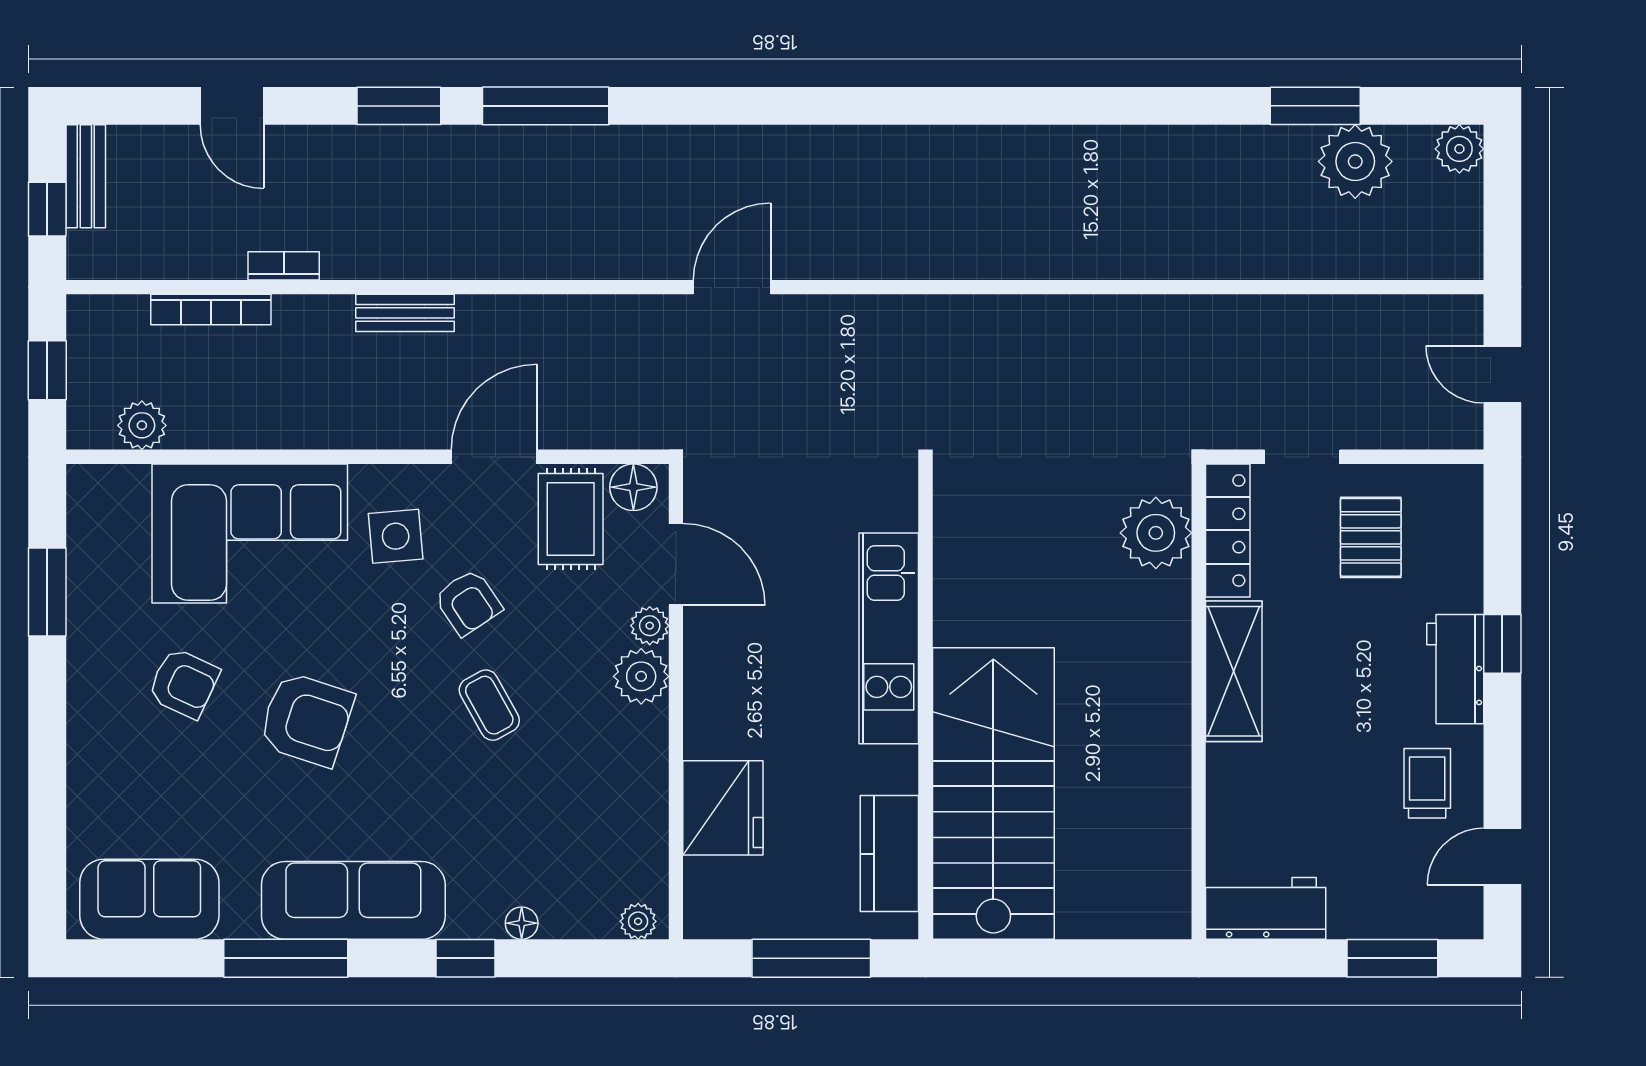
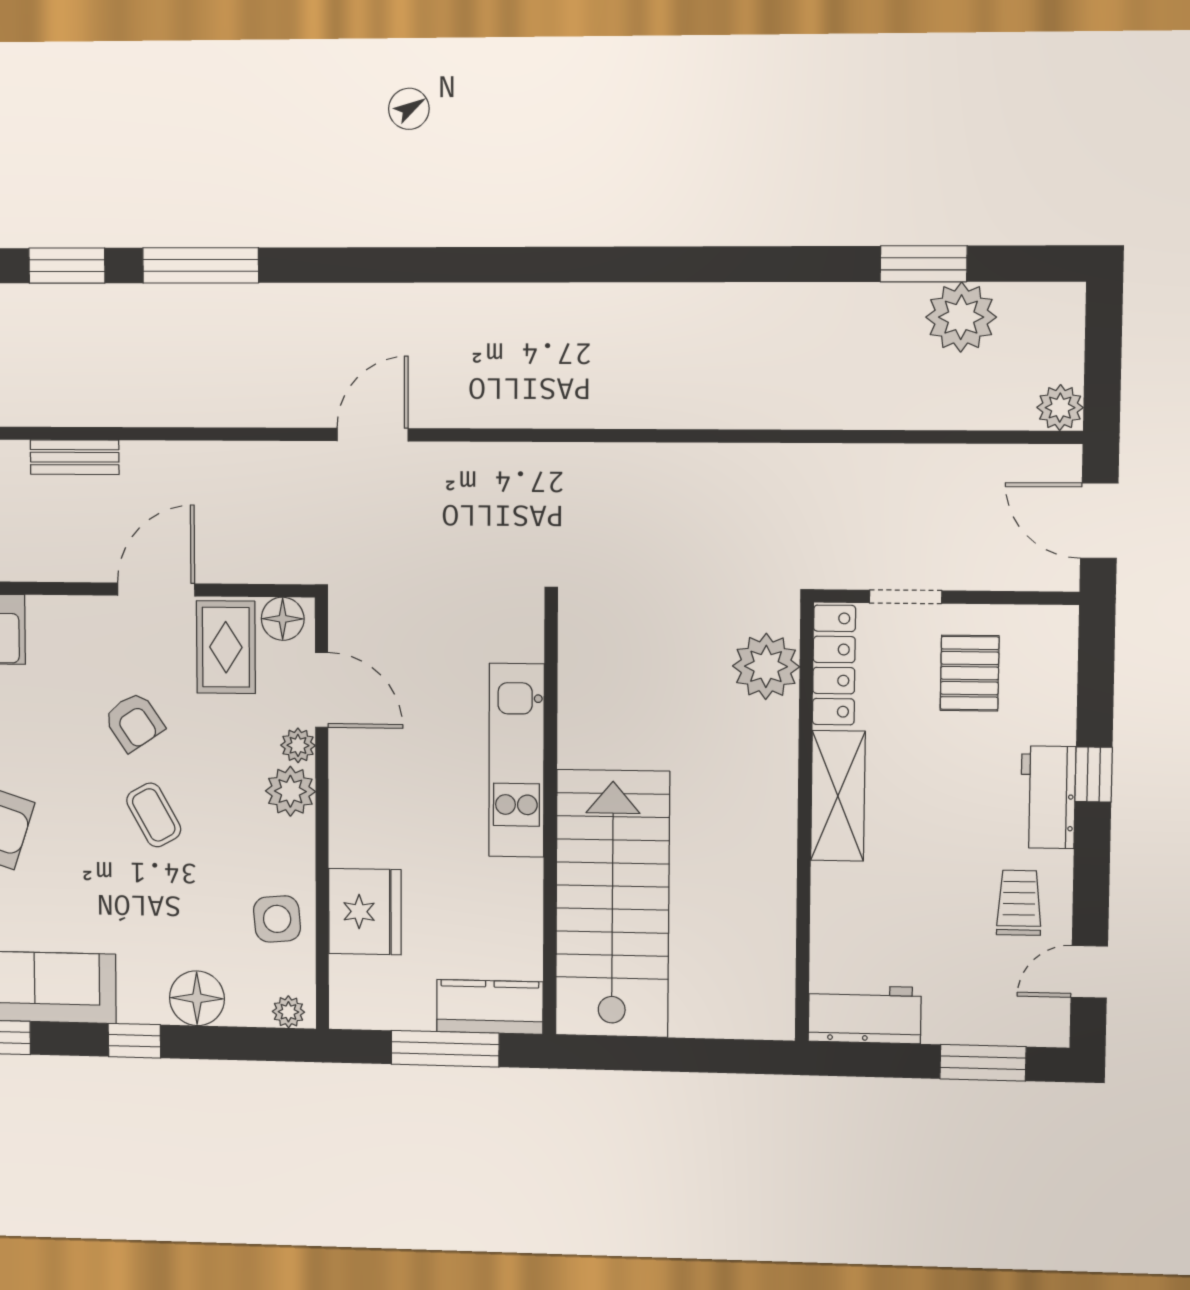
plant: (1459, 149) -> (1060, 408), moved
door: (1502, 374) -> (1099, 521), width x1.38
side table: (396, 536) -> (277, 919), moved
kitchen counter: (889, 854) -> (490, 1007), moved, turned 90
floor lamp: (522, 923) -> (197, 998), width x1.89, depth x1.89

